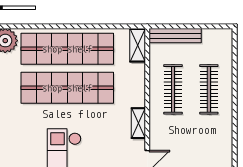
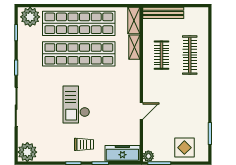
clothes rail: (173, 89) -> (162, 55), width x0.73
shelving: (138, 123) -> (134, 47), moved

